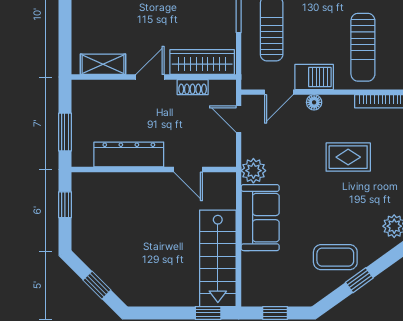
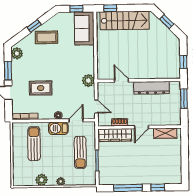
sofa: (260, 218) -> (84, 29), moved
stairs: (218, 258) -> (125, 21), moved, turned 90

